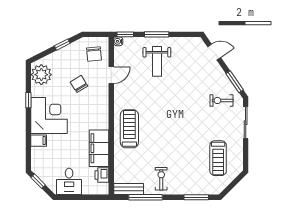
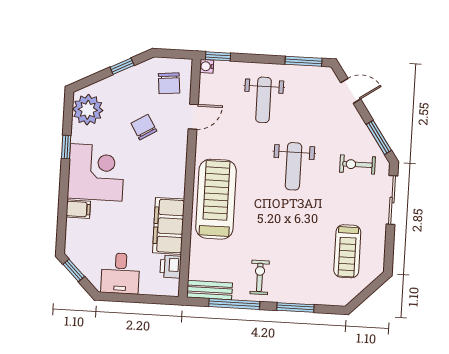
window: (157, 34) -> (304, 61), moved
weight bench: (179, 104) -> (293, 166), added
treadmill: (129, 129) -> (216, 199), width x1.37, depth x1.38
window: (196, 197) -> (295, 307), moved

